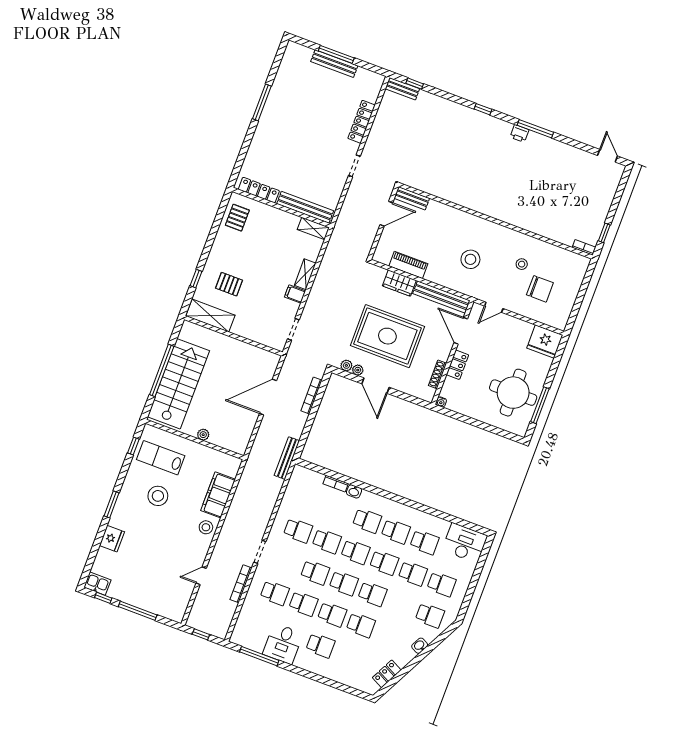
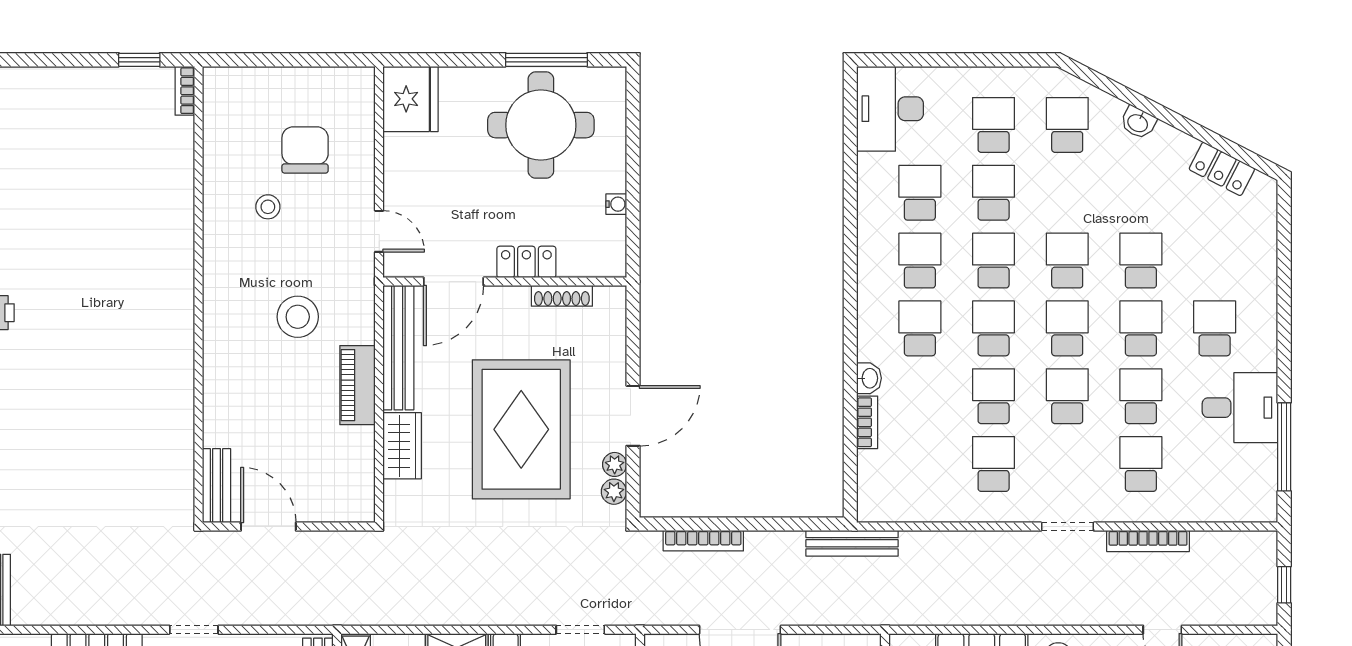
piano: (408, 265) -> (357, 385), moved
water cooler: (441, 402) -> (616, 204), moved

